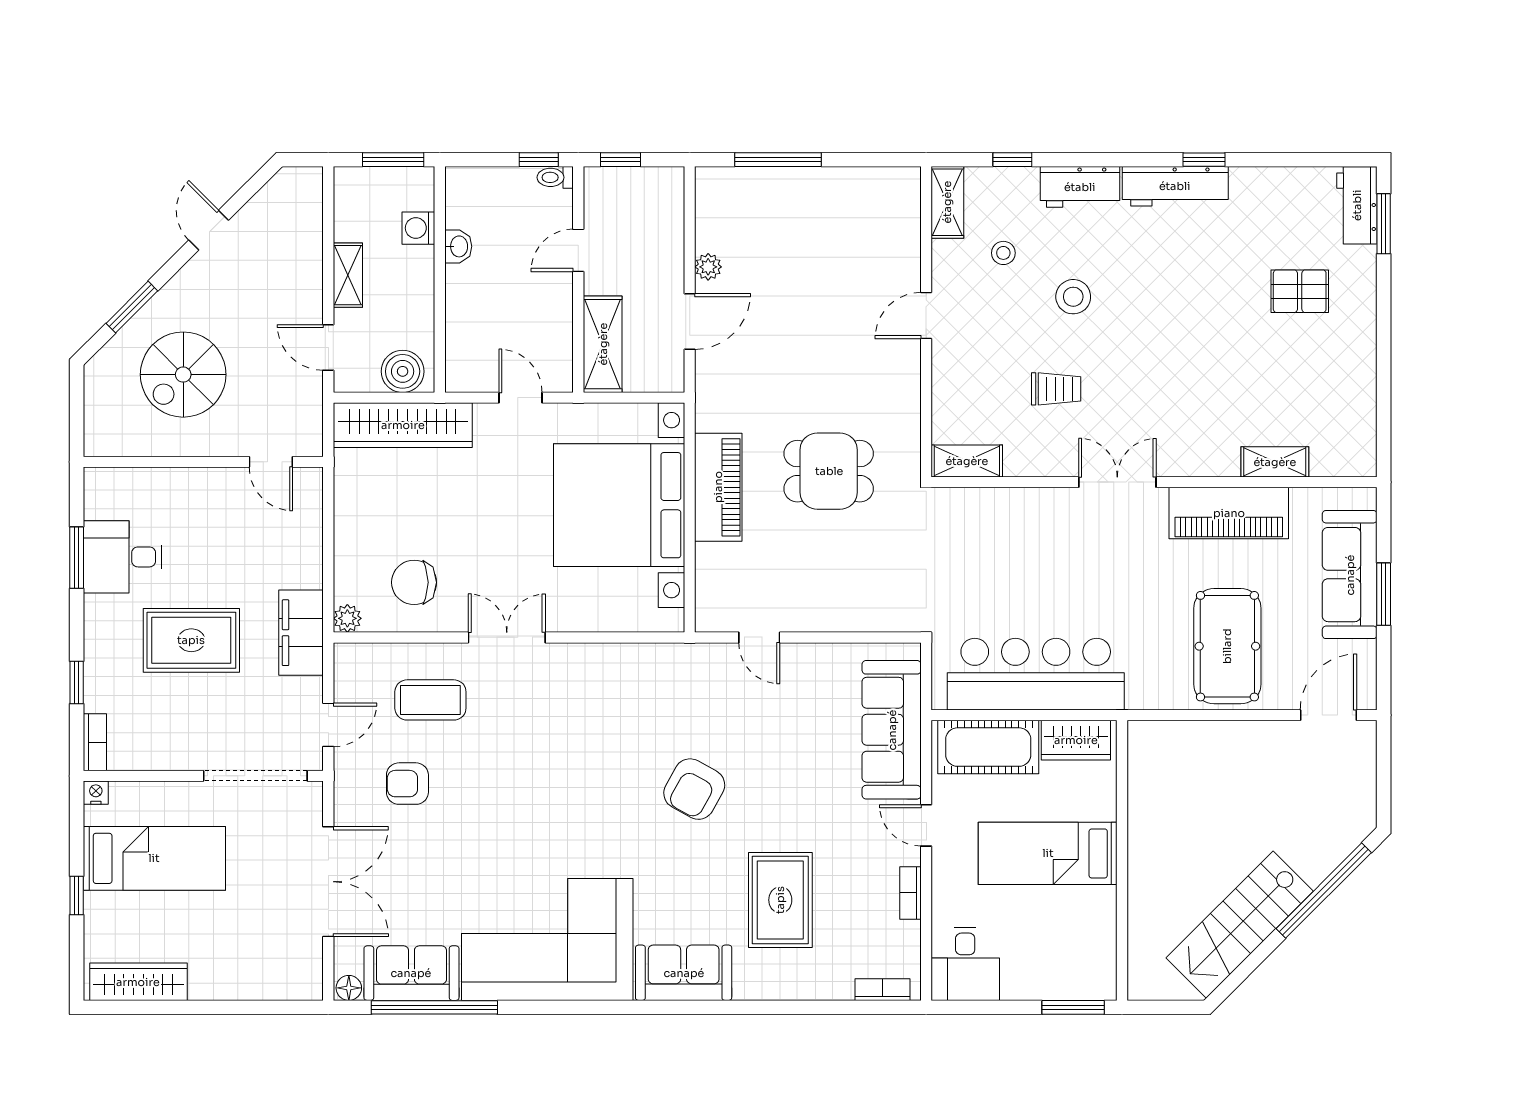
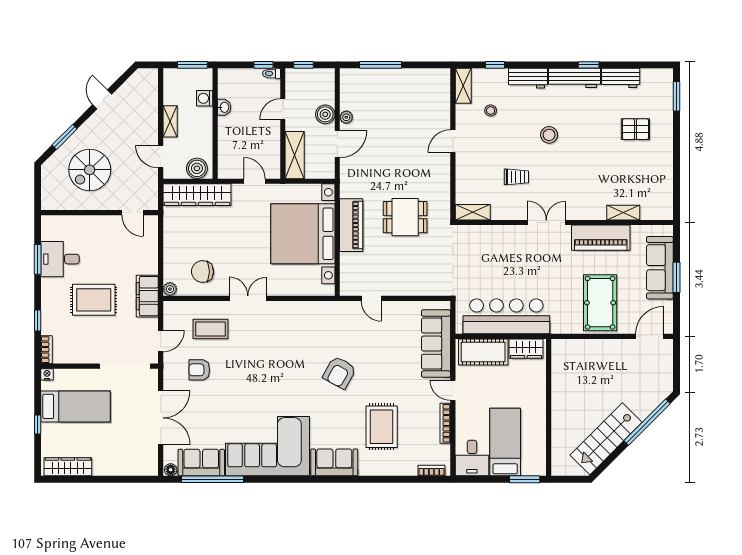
workbench: (1357, 205) -> (621, 78), moved, turned -90
boiler: (665, 261) -> (325, 114), added
stool: (1073, 297) -> (549, 135), moved
bed: (1048, 853) -> (505, 442), moved, turned 90
bookcase: (910, 893) -> (445, 423), width x1.56

